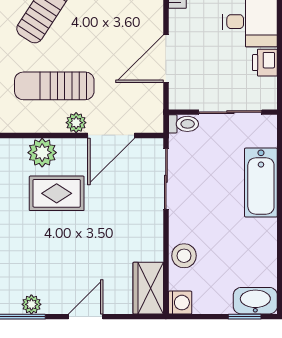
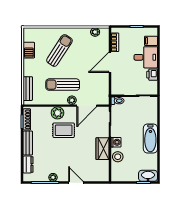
door: (166, 59) -> (110, 62), moved
bathtub: (261, 183) -> (150, 138), moved
wardrobe: (148, 288) -> (103, 149), moved
washing machine: (180, 303) -> (116, 142), moved
door: (86, 317) -> (76, 183), hinge flipped

